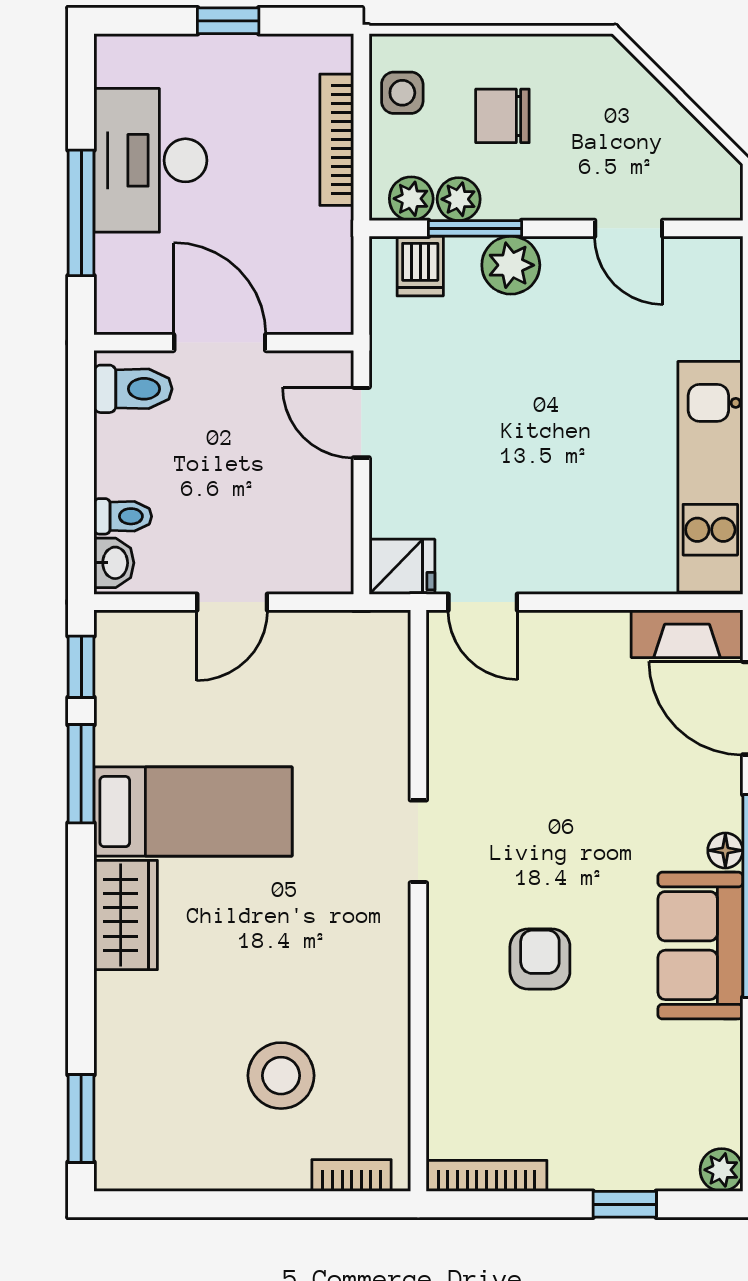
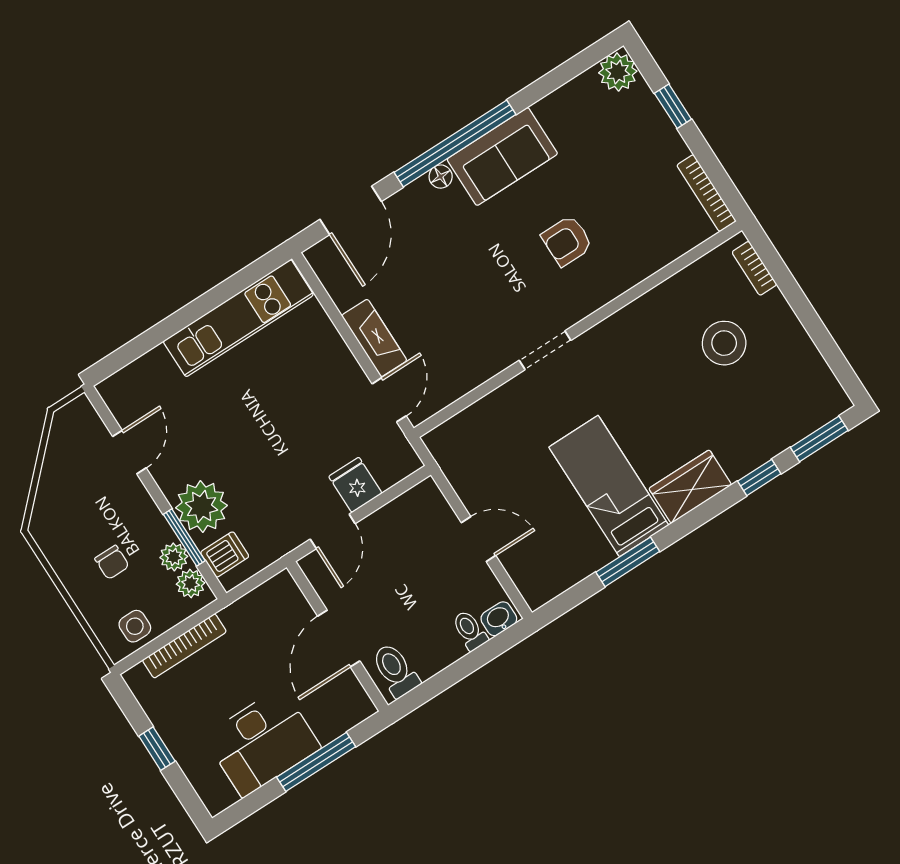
chair: (502, 116) -> (112, 562), width x0.73, depth x0.73
plant: (511, 265) -> (202, 507), width x1.36, depth x1.36
fridge: (402, 567) -> (355, 485), moved
fireplace: (687, 634) -> (374, 338), moved
window: (81, 667) -> (759, 477), moved
plant: (721, 1170) -> (618, 72), width x1.38, depth x1.38

